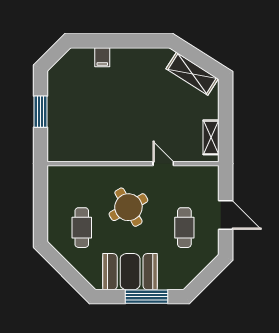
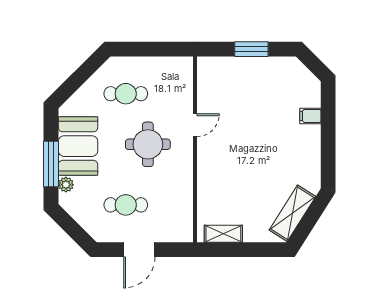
door: (163, 164) -> (195, 125), moved
round table: (128, 207) -> (148, 144), turned 30
plant: (166, 283) -> (66, 185), added

